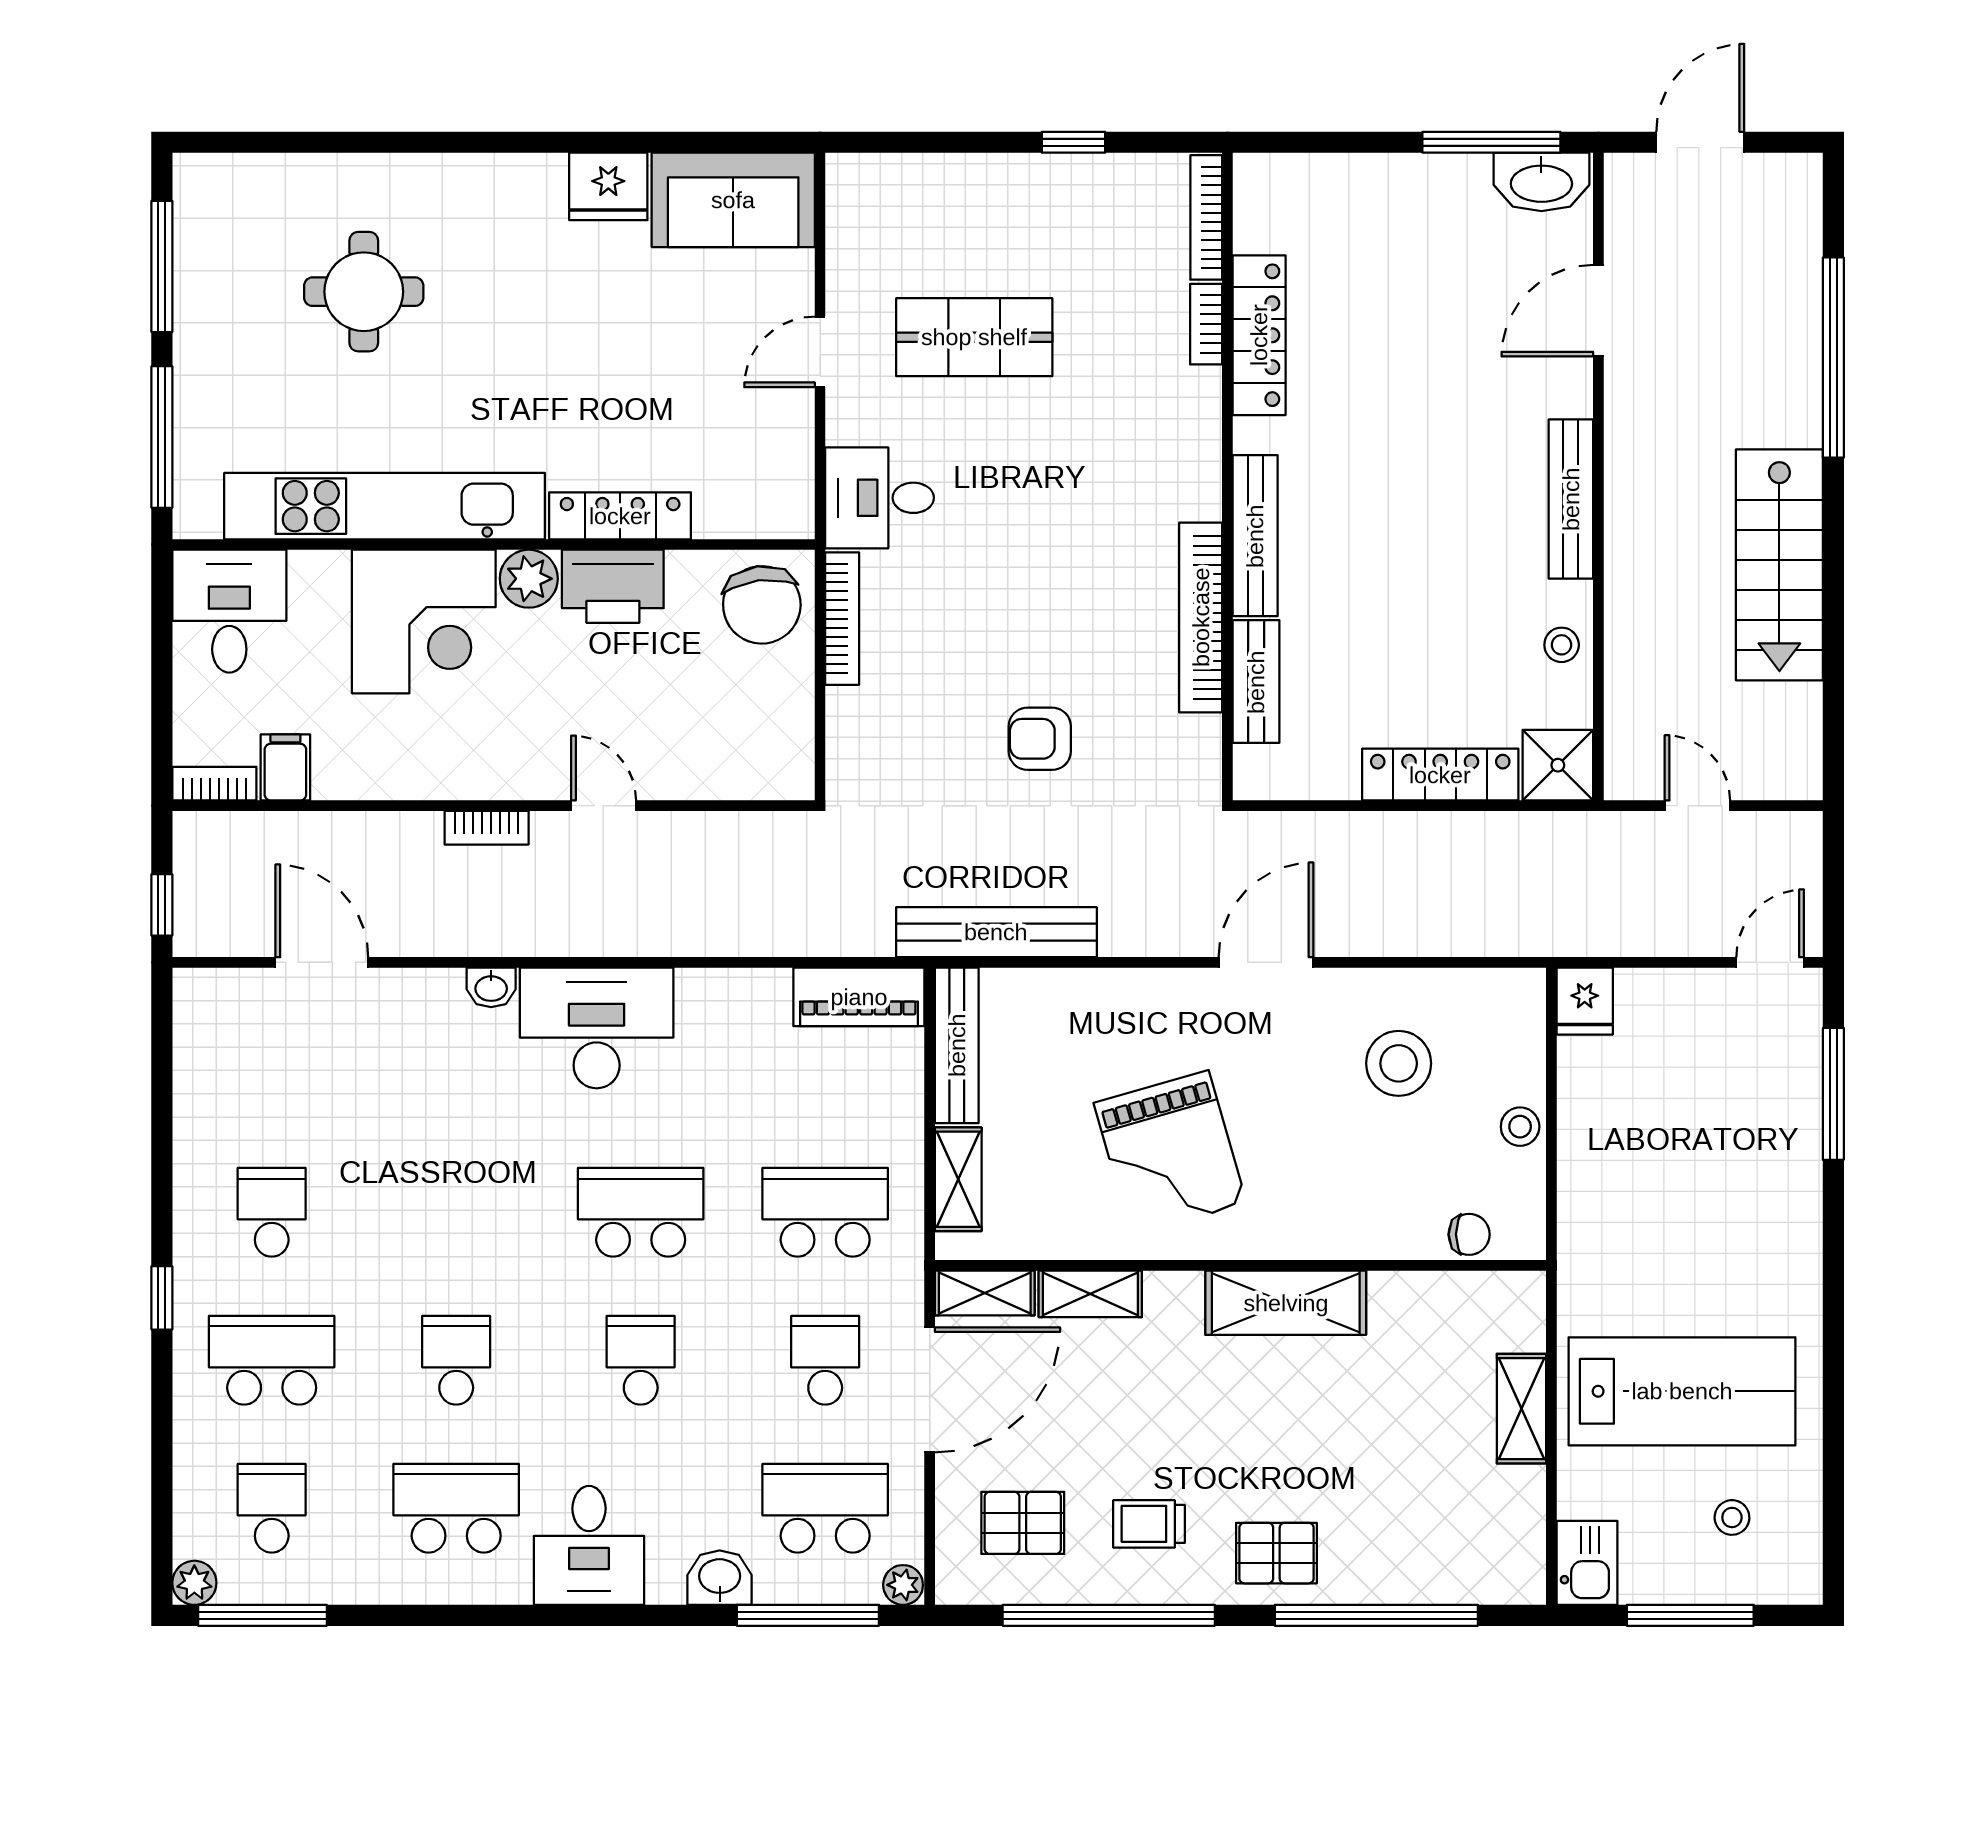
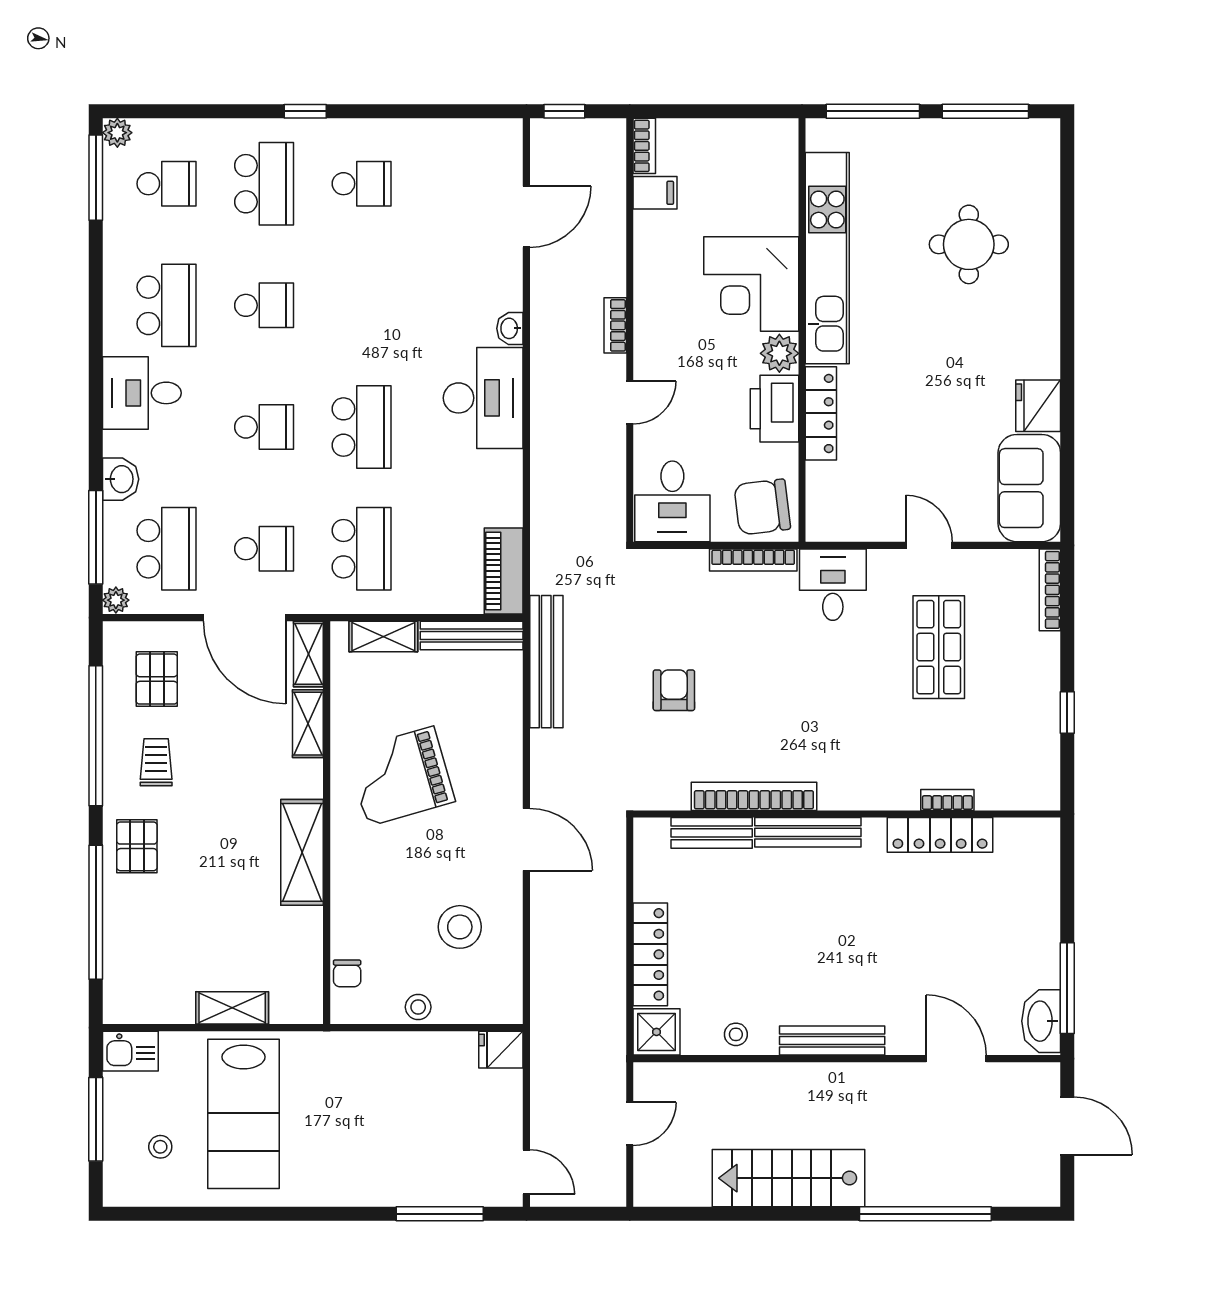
bookcase: (1206, 217) -> (1050, 590), moved, turned -90
desk: (229, 611) -> (672, 501), moved, turned 90

